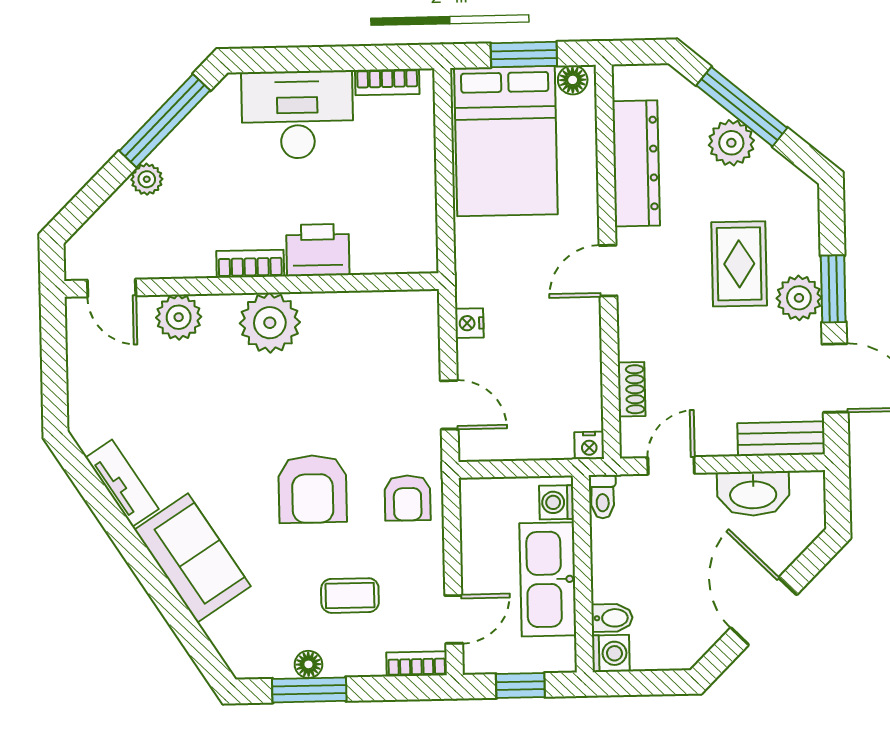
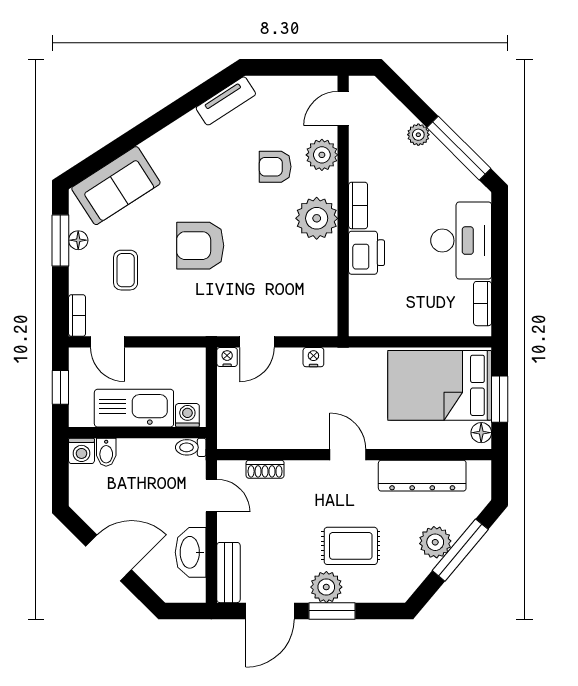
nightstand: (589, 446) -> (227, 357), moved, turned 90
tv unit: (122, 483) -> (226, 101), moved
armchair: (408, 498) -> (275, 167), moved
sofa: (192, 558) -> (116, 186), moved

